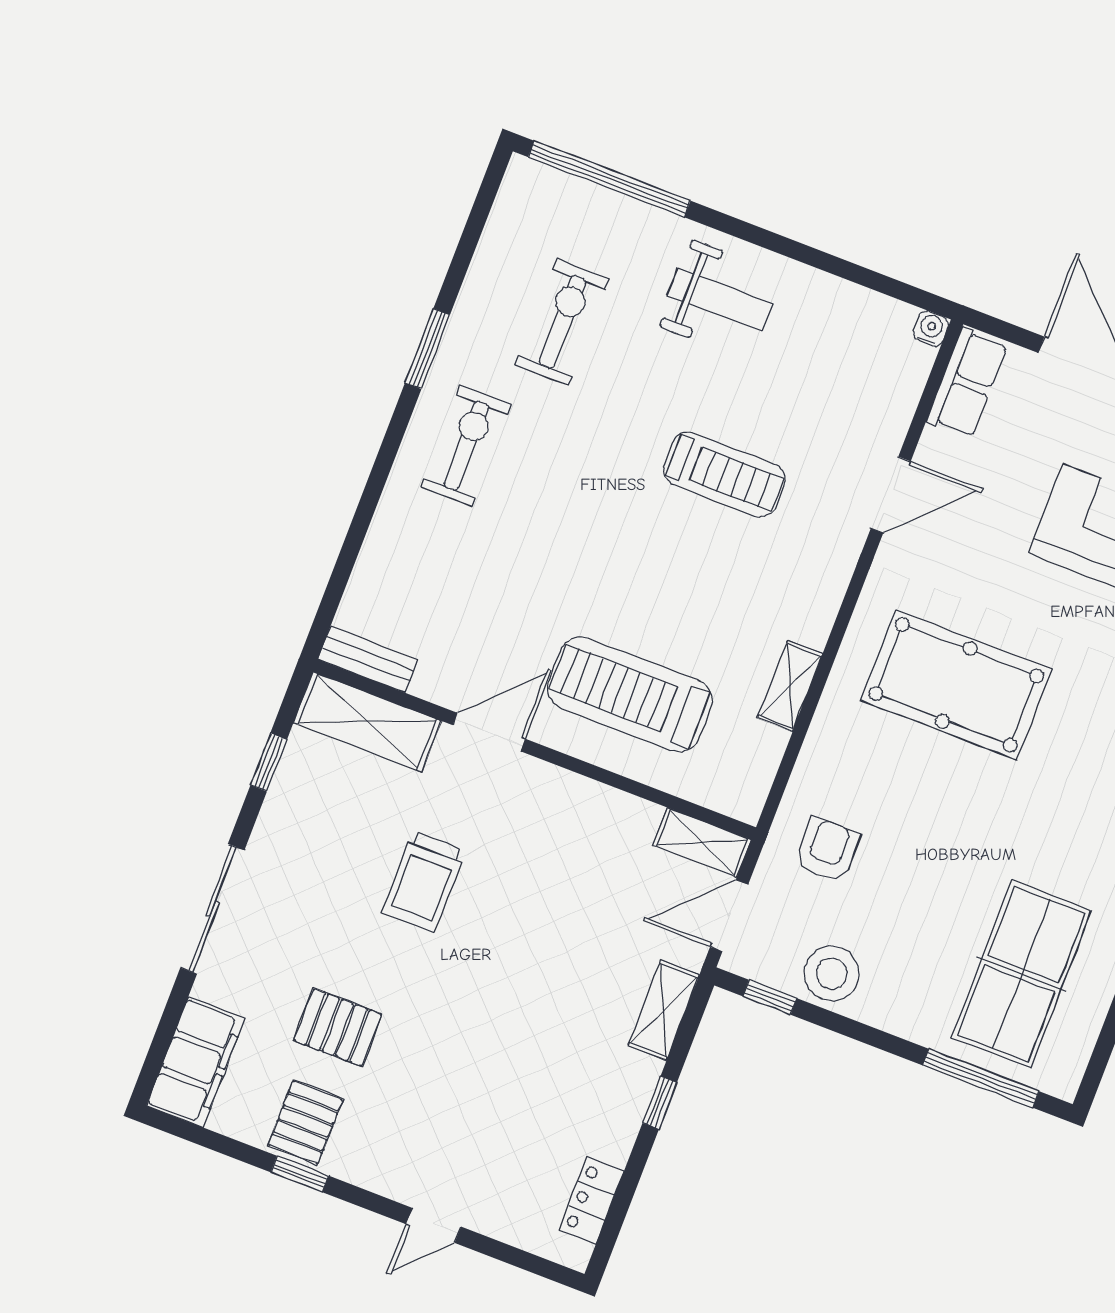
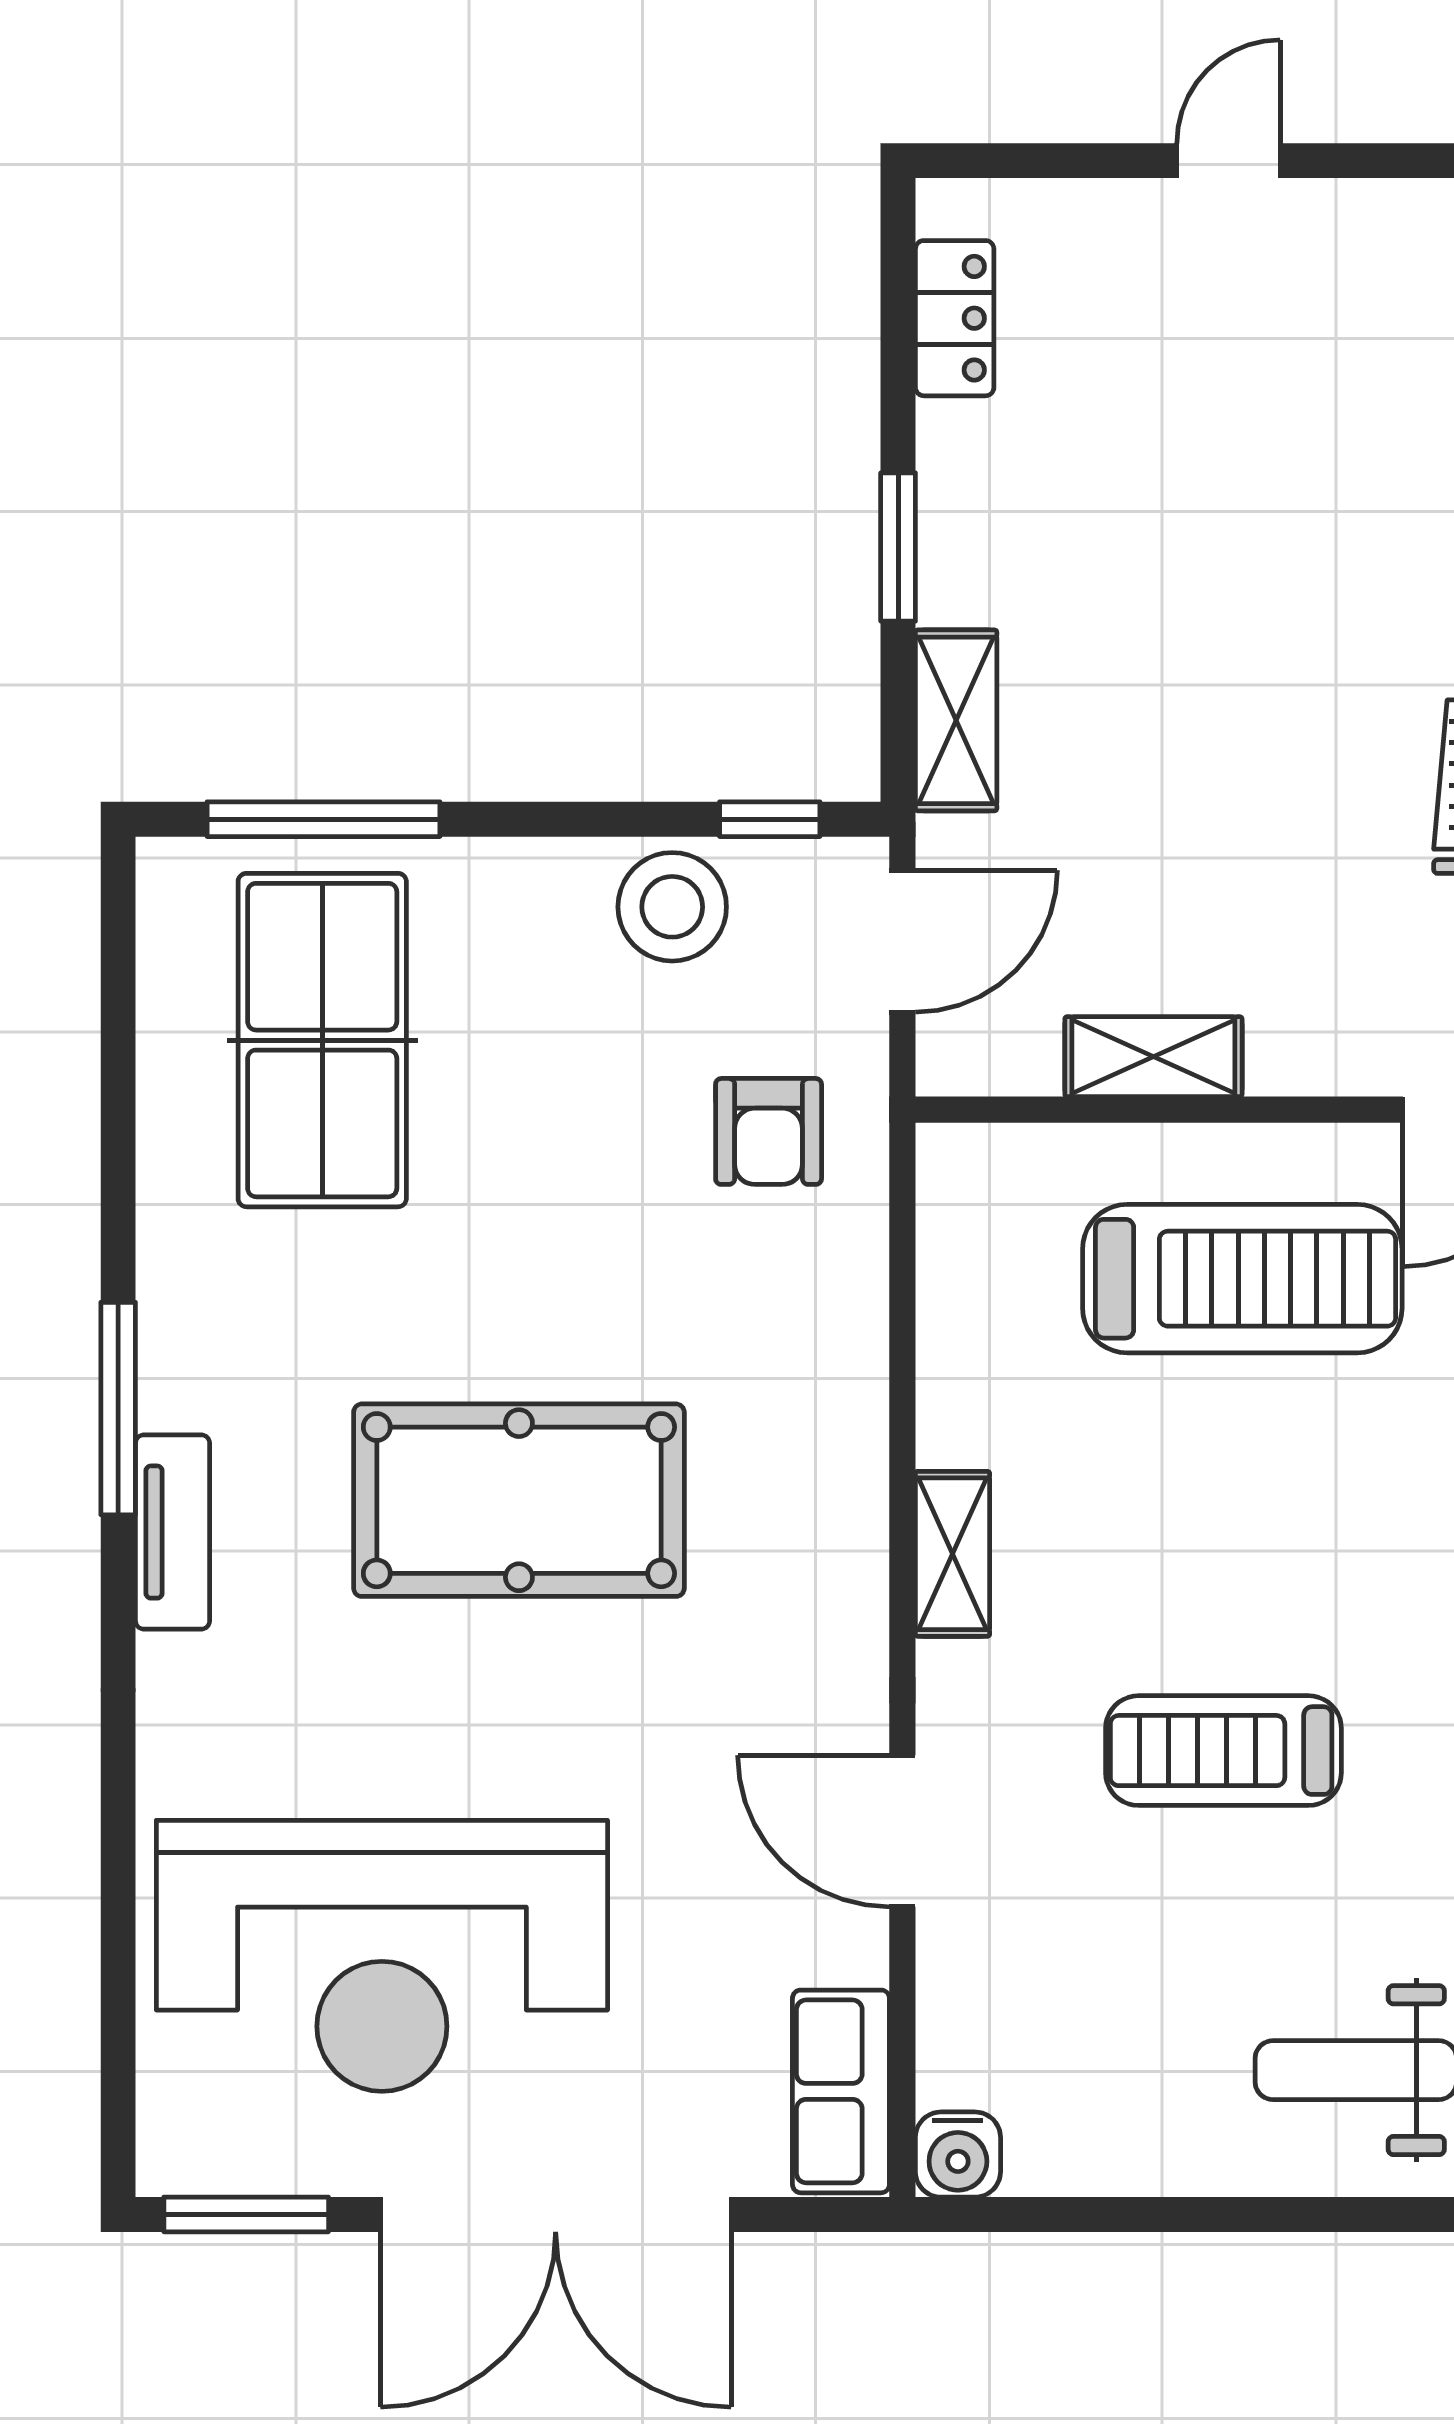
water cooler: (931, 328) -> (958, 2155), width x1.38, depth x1.38
door: (891, 495) -> (902, 1831), hinge flipped
pool table: (956, 685) -> (519, 1500), moved
shelving: (790, 686) -> (953, 1554), moved
shelving: (702, 843) -> (1153, 1057), moved
window: (660, 1103) -> (898, 547), width x1.50

